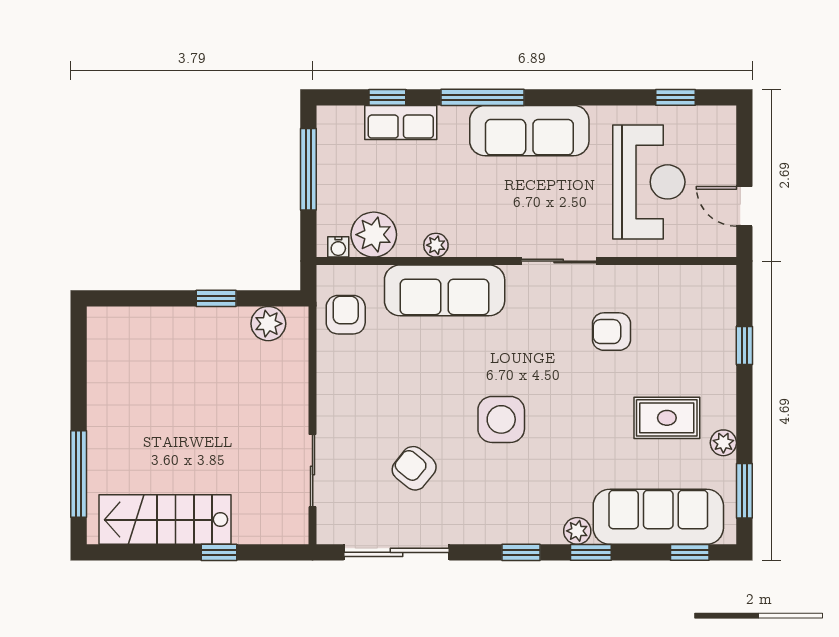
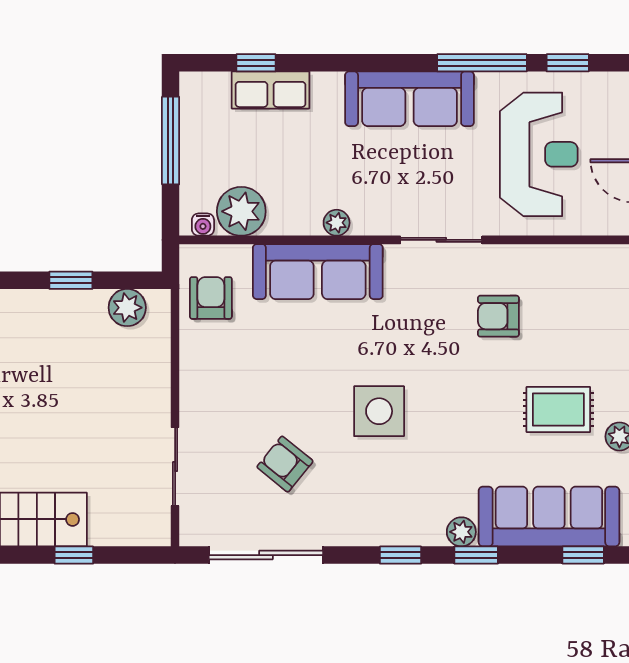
window: (482, 97) -> (482, 63), moved
plant: (436, 245) -> (337, 223), moved

